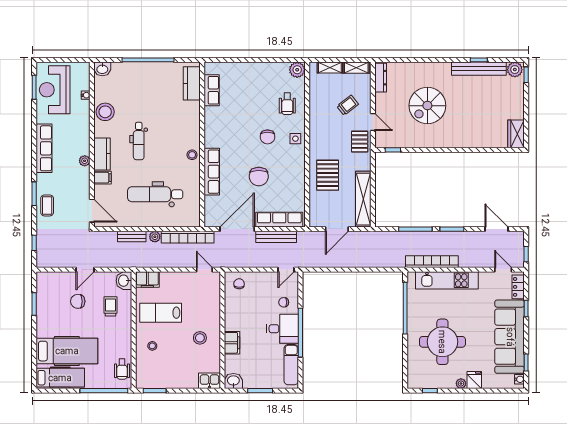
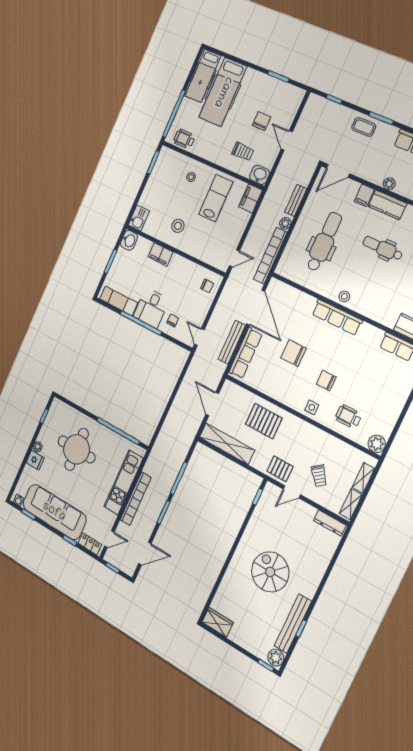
spiral stairs: (427, 106) -> (270, 572), moved
row of seats: (212, 172) -> (337, 317), moved
bookcase: (432, 262) -> (136, 499), moved

